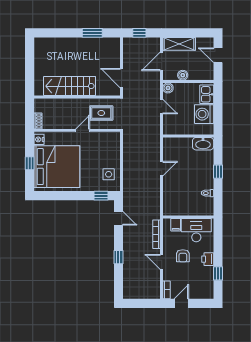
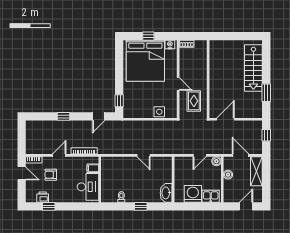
stairs: (70, 86) -> (253, 68), moved, turned 180
side table: (109, 174) -> (159, 112), moved
armchair: (183, 256) -> (51, 175), moved
printer: (208, 259) -> (43, 197), moved

